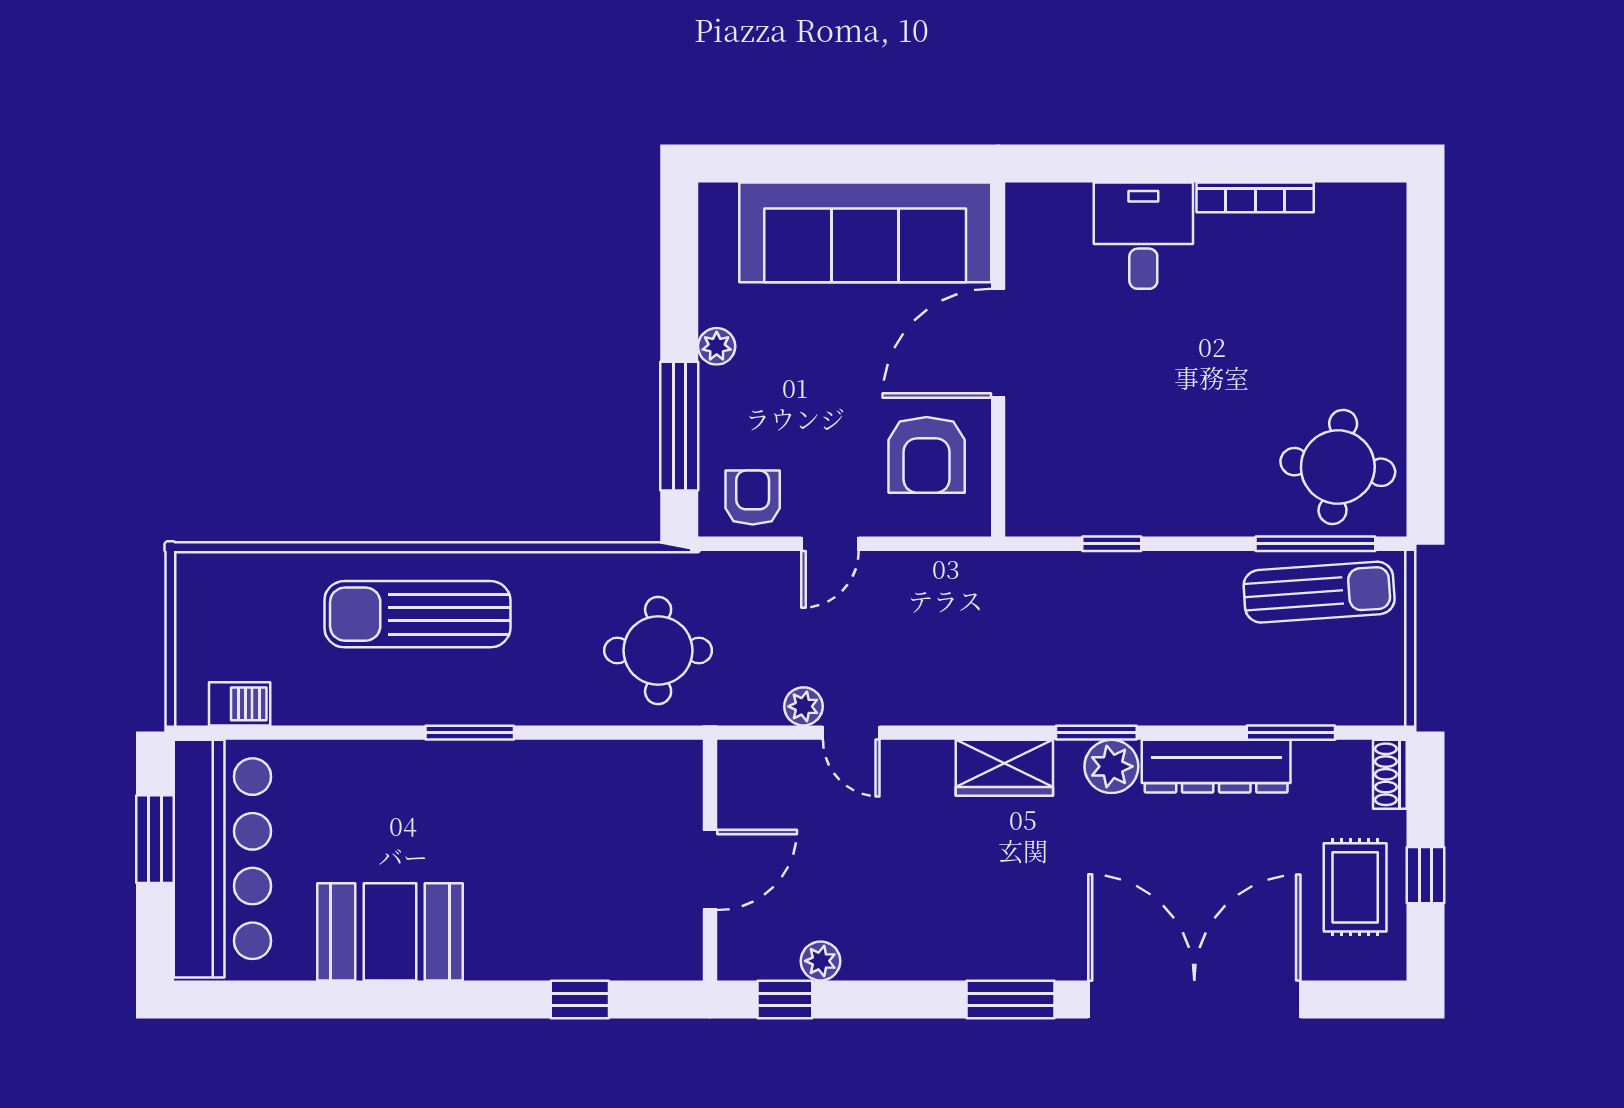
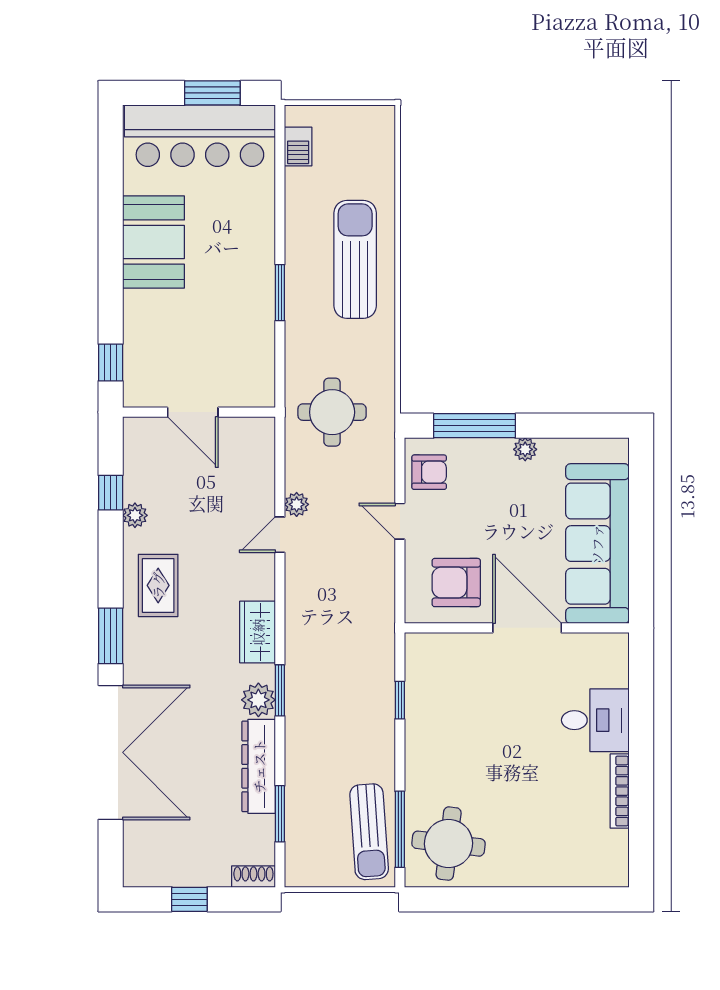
wall: (710, 860) -> (199, 412), moved
door: (710, 870) -> (193, 412), moved
rug: (1355, 887) -> (158, 585), moved, turned 90

